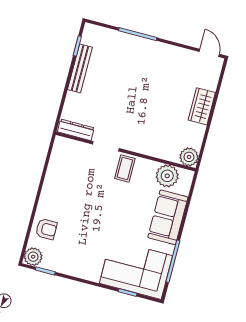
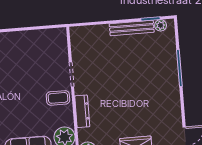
plant: (88, 38) -> (161, 25), added
dresser: (76, 130) -> (82, 111), moved

